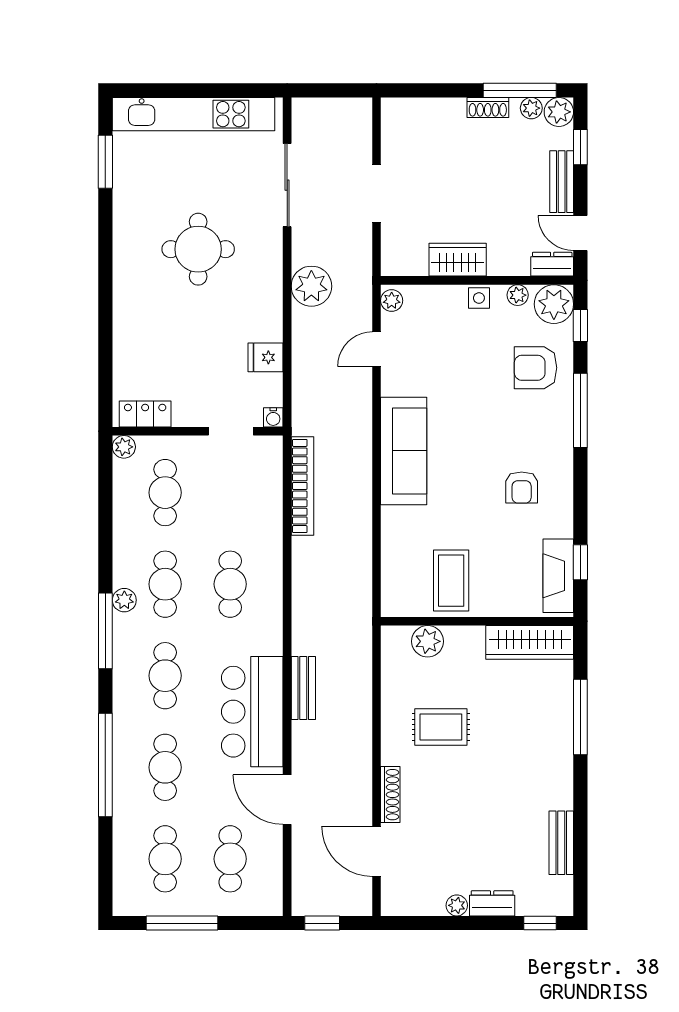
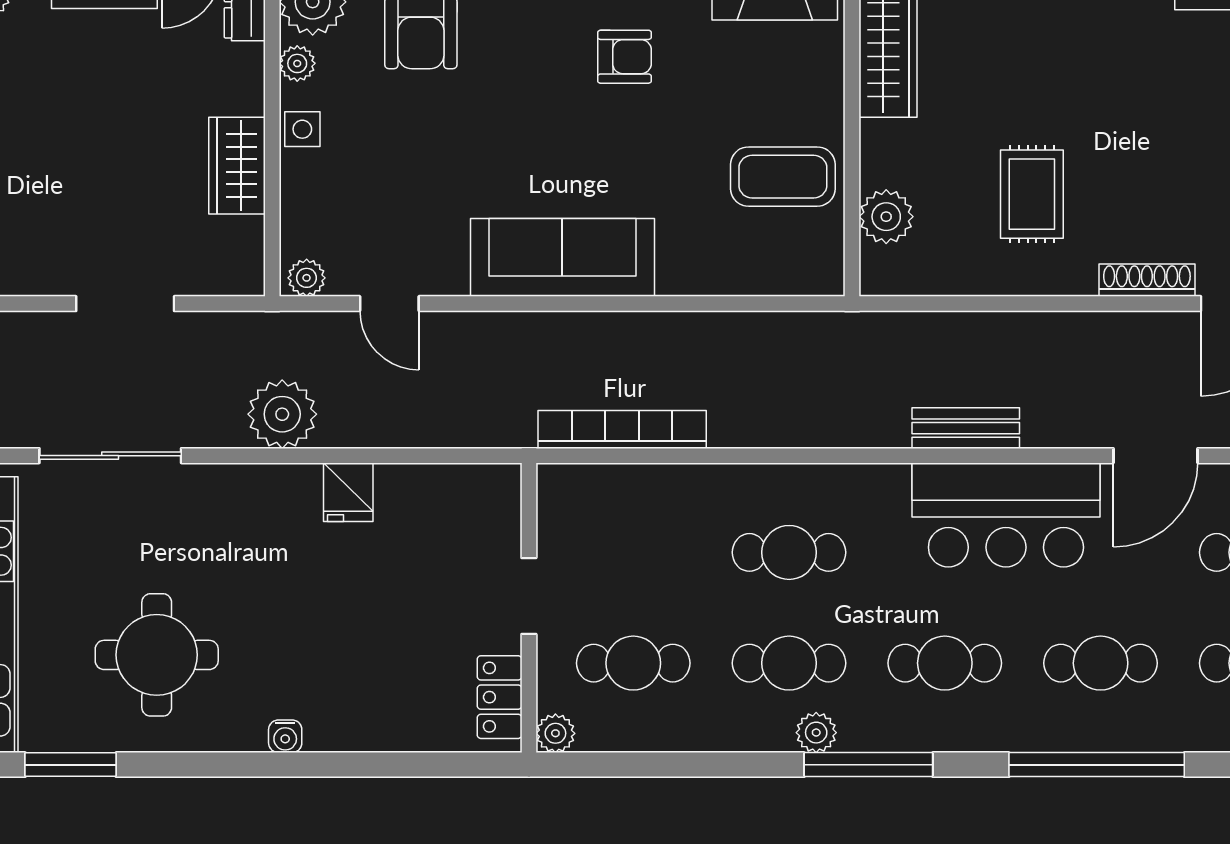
round table: (198, 249) -> (157, 655), moved
fridge: (266, 357) -> (348, 492), moved
water cooler: (273, 417) -> (285, 736), moved, turned 90
doorway: (231, 431) -> (529, 596), moved

